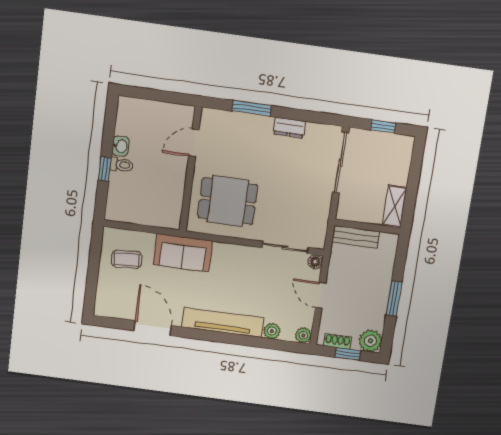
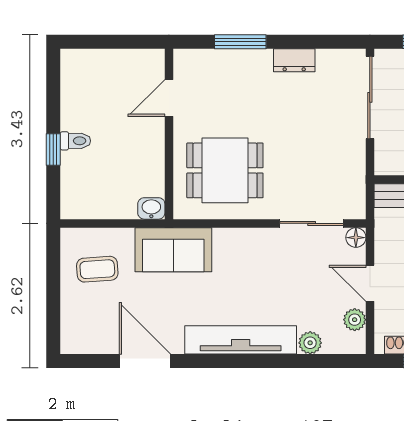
washbasin: (120, 146) -> (151, 208), moved, turned -90
plant: (303, 335) -> (355, 320), moved

